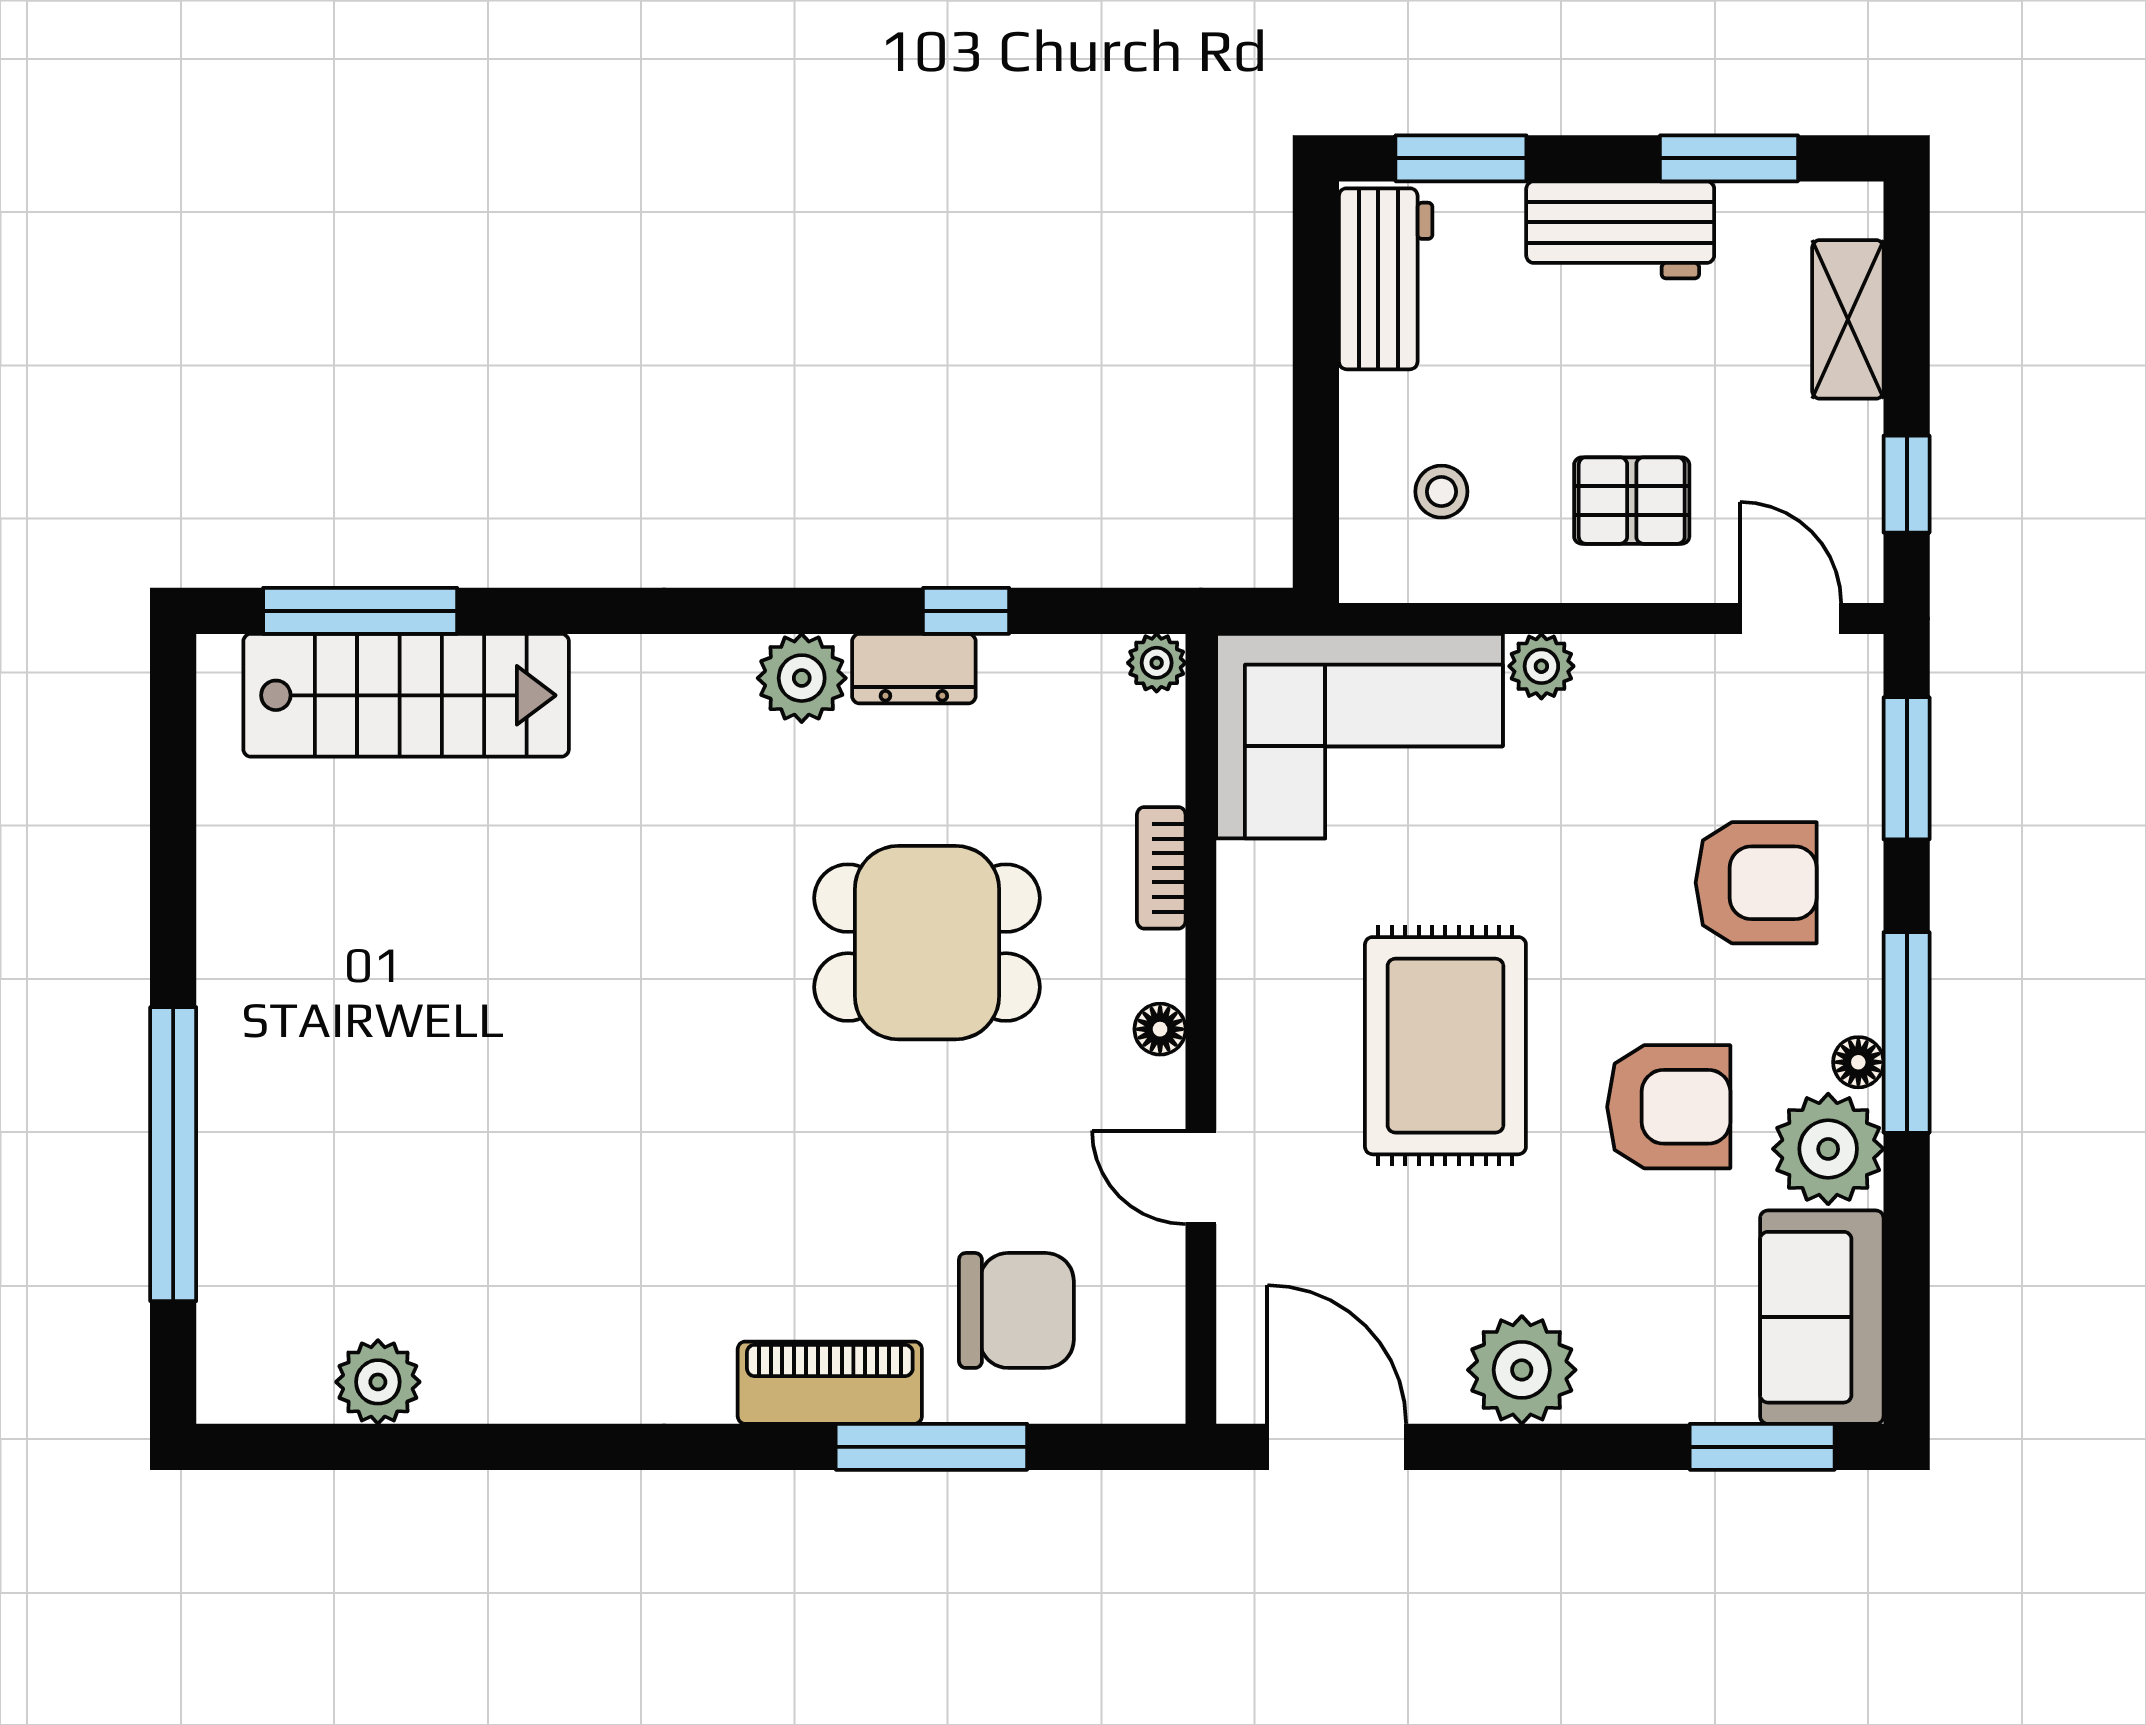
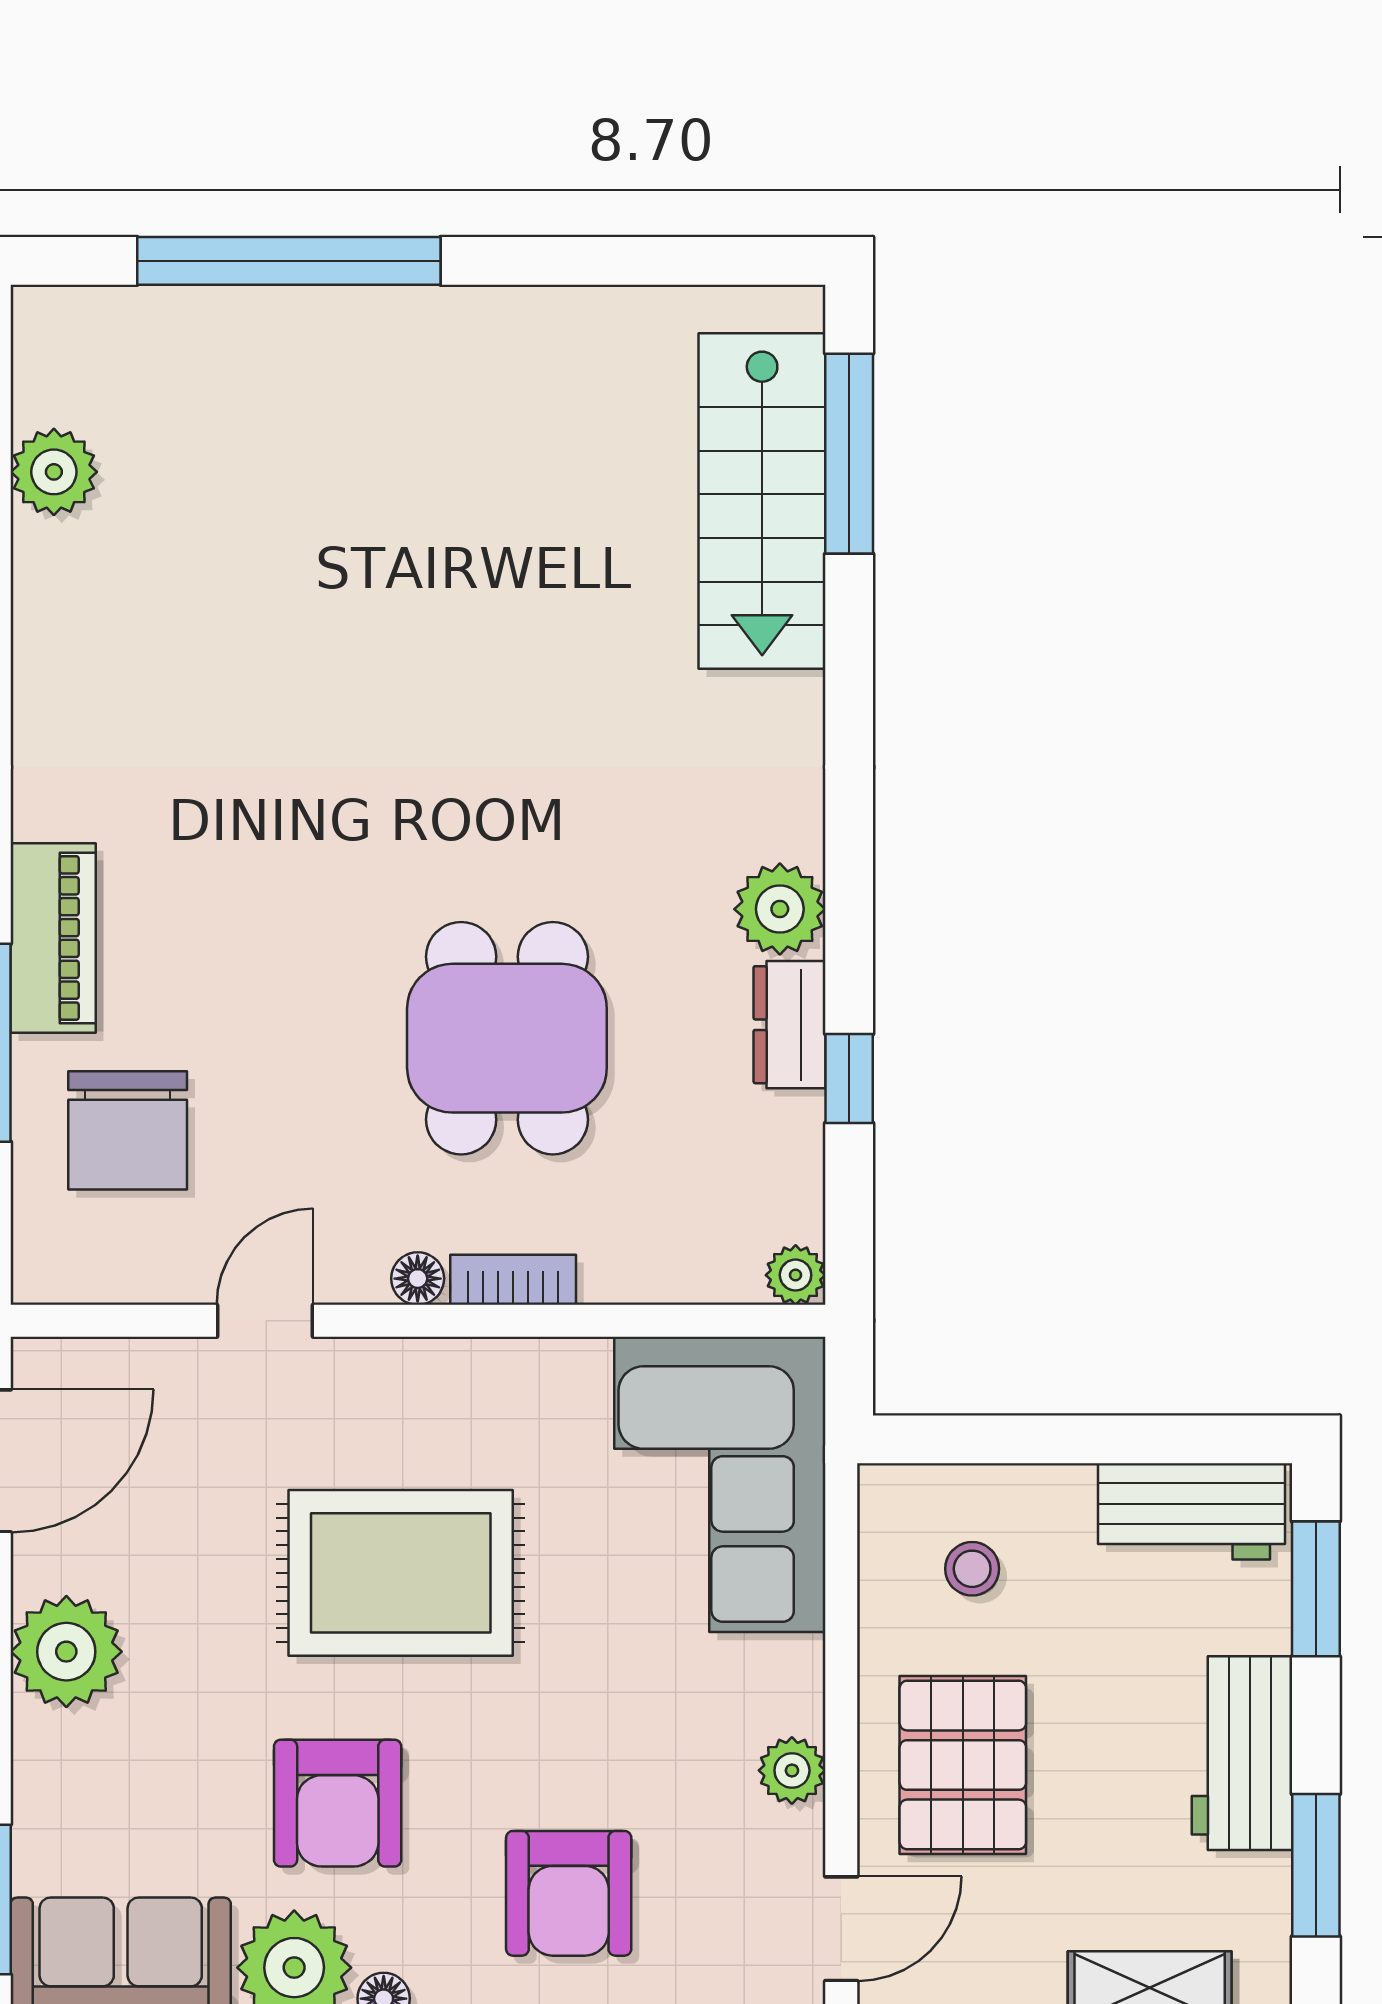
pallet: (1632, 501) -> (963, 1765), width x1.50, depth x1.42
plant: (1541, 666) -> (792, 1770), moved
bookcase: (1161, 868) -> (513, 1280), moved

